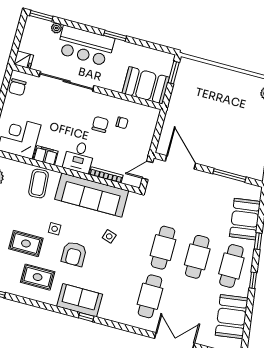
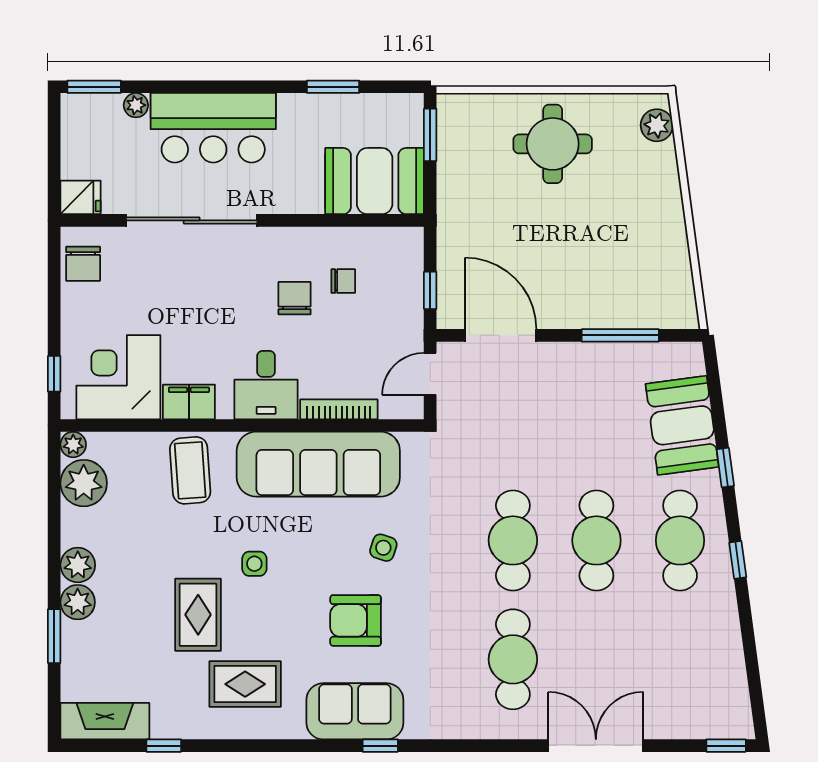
window: (115, 36) -> (333, 87), moved
round table: (223, 90) -> (553, 144), added
window: (157, 136) -> (430, 290), added
rug: (26, 244) -> (198, 615), turned 90
armchair: (74, 254) -> (356, 620), moved, turned 90
booth: (232, 317) -> (711, 656), removed

